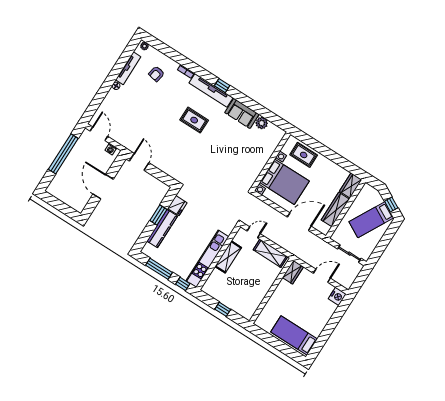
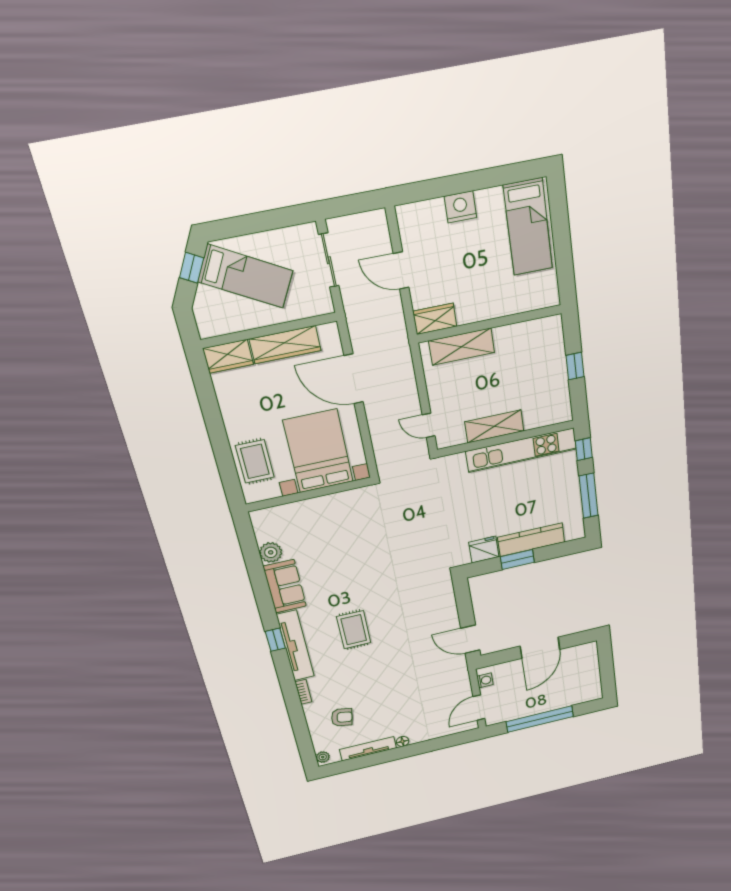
door: (139, 162) -> (470, 639), hinge flipped
shelving: (270, 253) -> (462, 347), moved, turned 90
nightstand: (337, 296) -> (460, 207), moved

